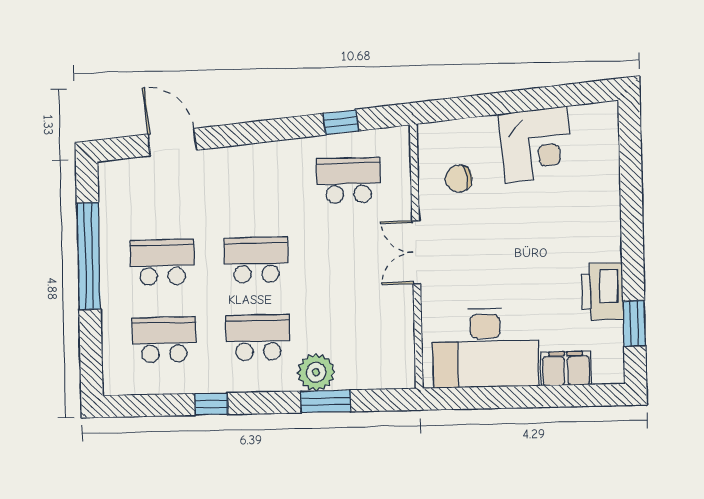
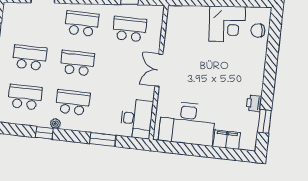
chair: (459, 179) -> (258, 30), moved
school desk: (255, 182) -> (82, 24), added
printer: (602, 291) -> (254, 103), width x0.53, depth x0.68
desk: (386, 352) -> (137, 119), added
plant: (316, 372) -> (55, 124), moved, width x0.53, depth x0.53

